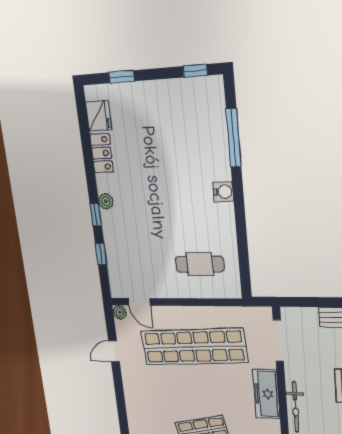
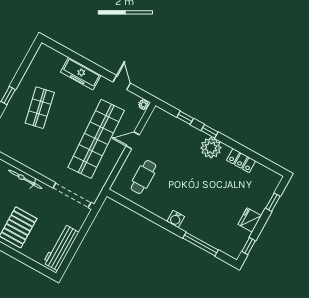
fridge: (99, 116) -> (250, 220), moved, turned 90
plant: (106, 201) -> (211, 148), width x1.87, depth x1.87
door: (139, 302) -> (133, 140), moved
doorway: (278, 341) -> (72, 195), width x1.36
freezer: (266, 394) -> (81, 74), moved, turned 180

